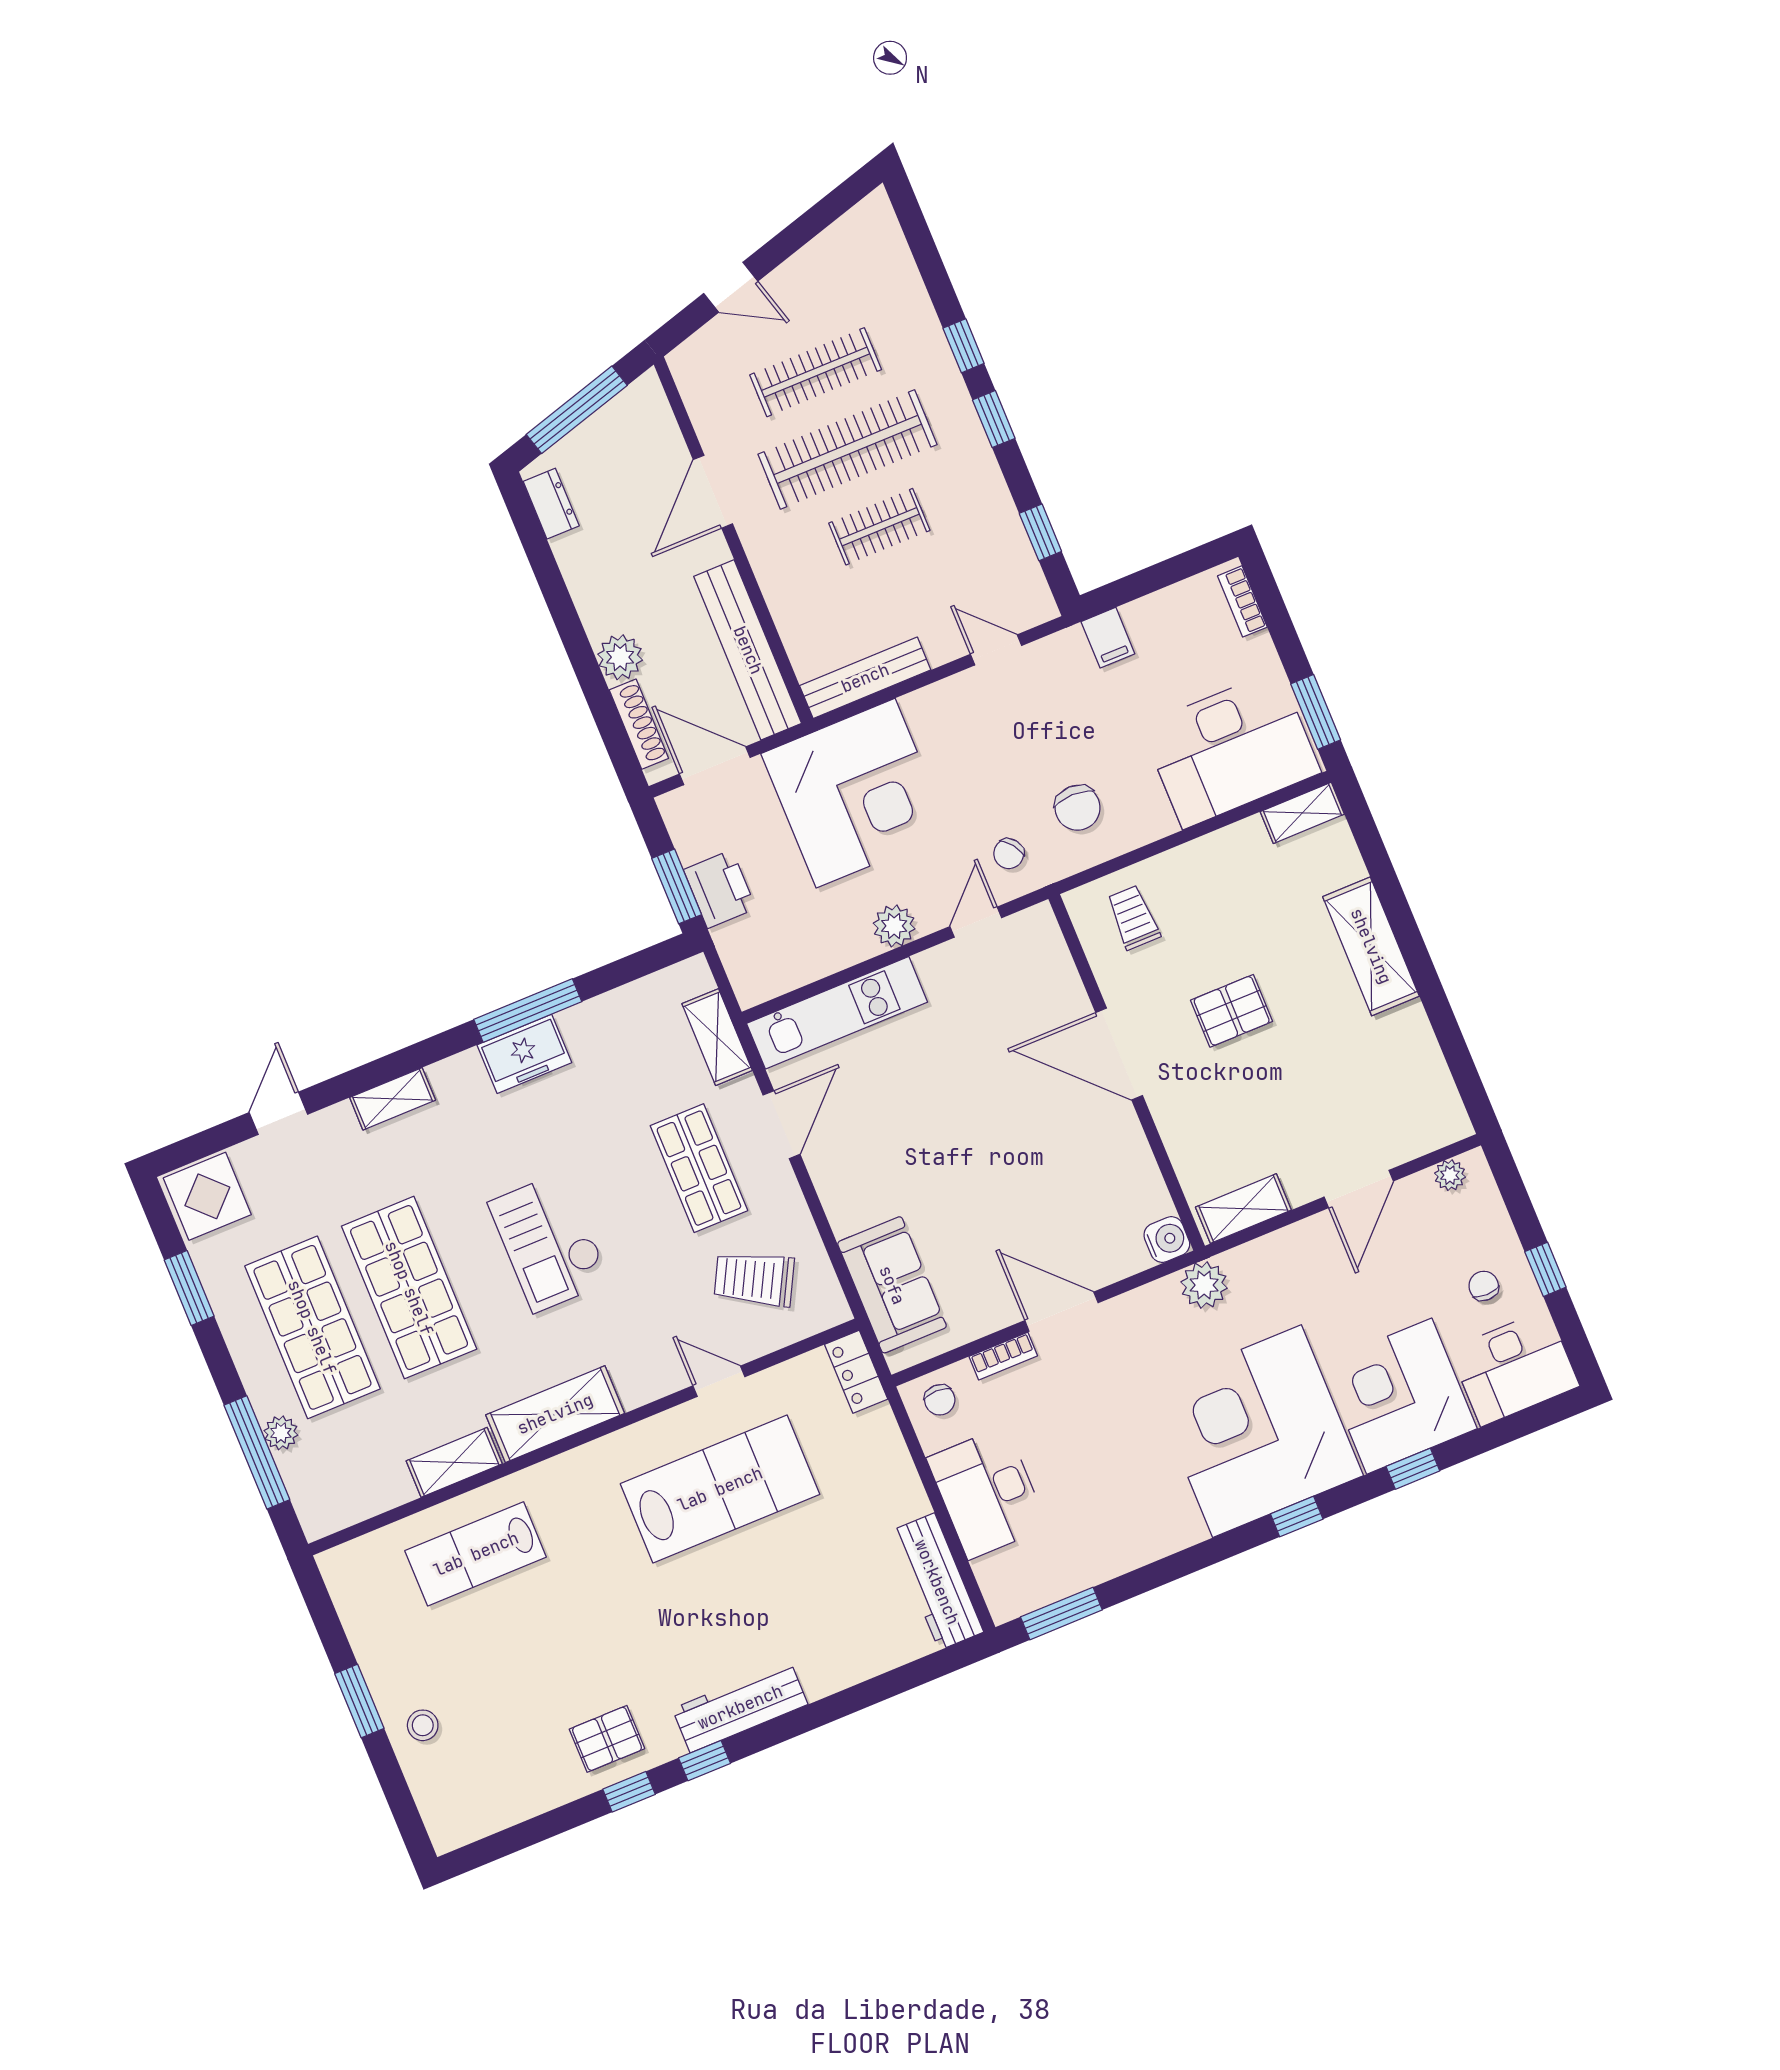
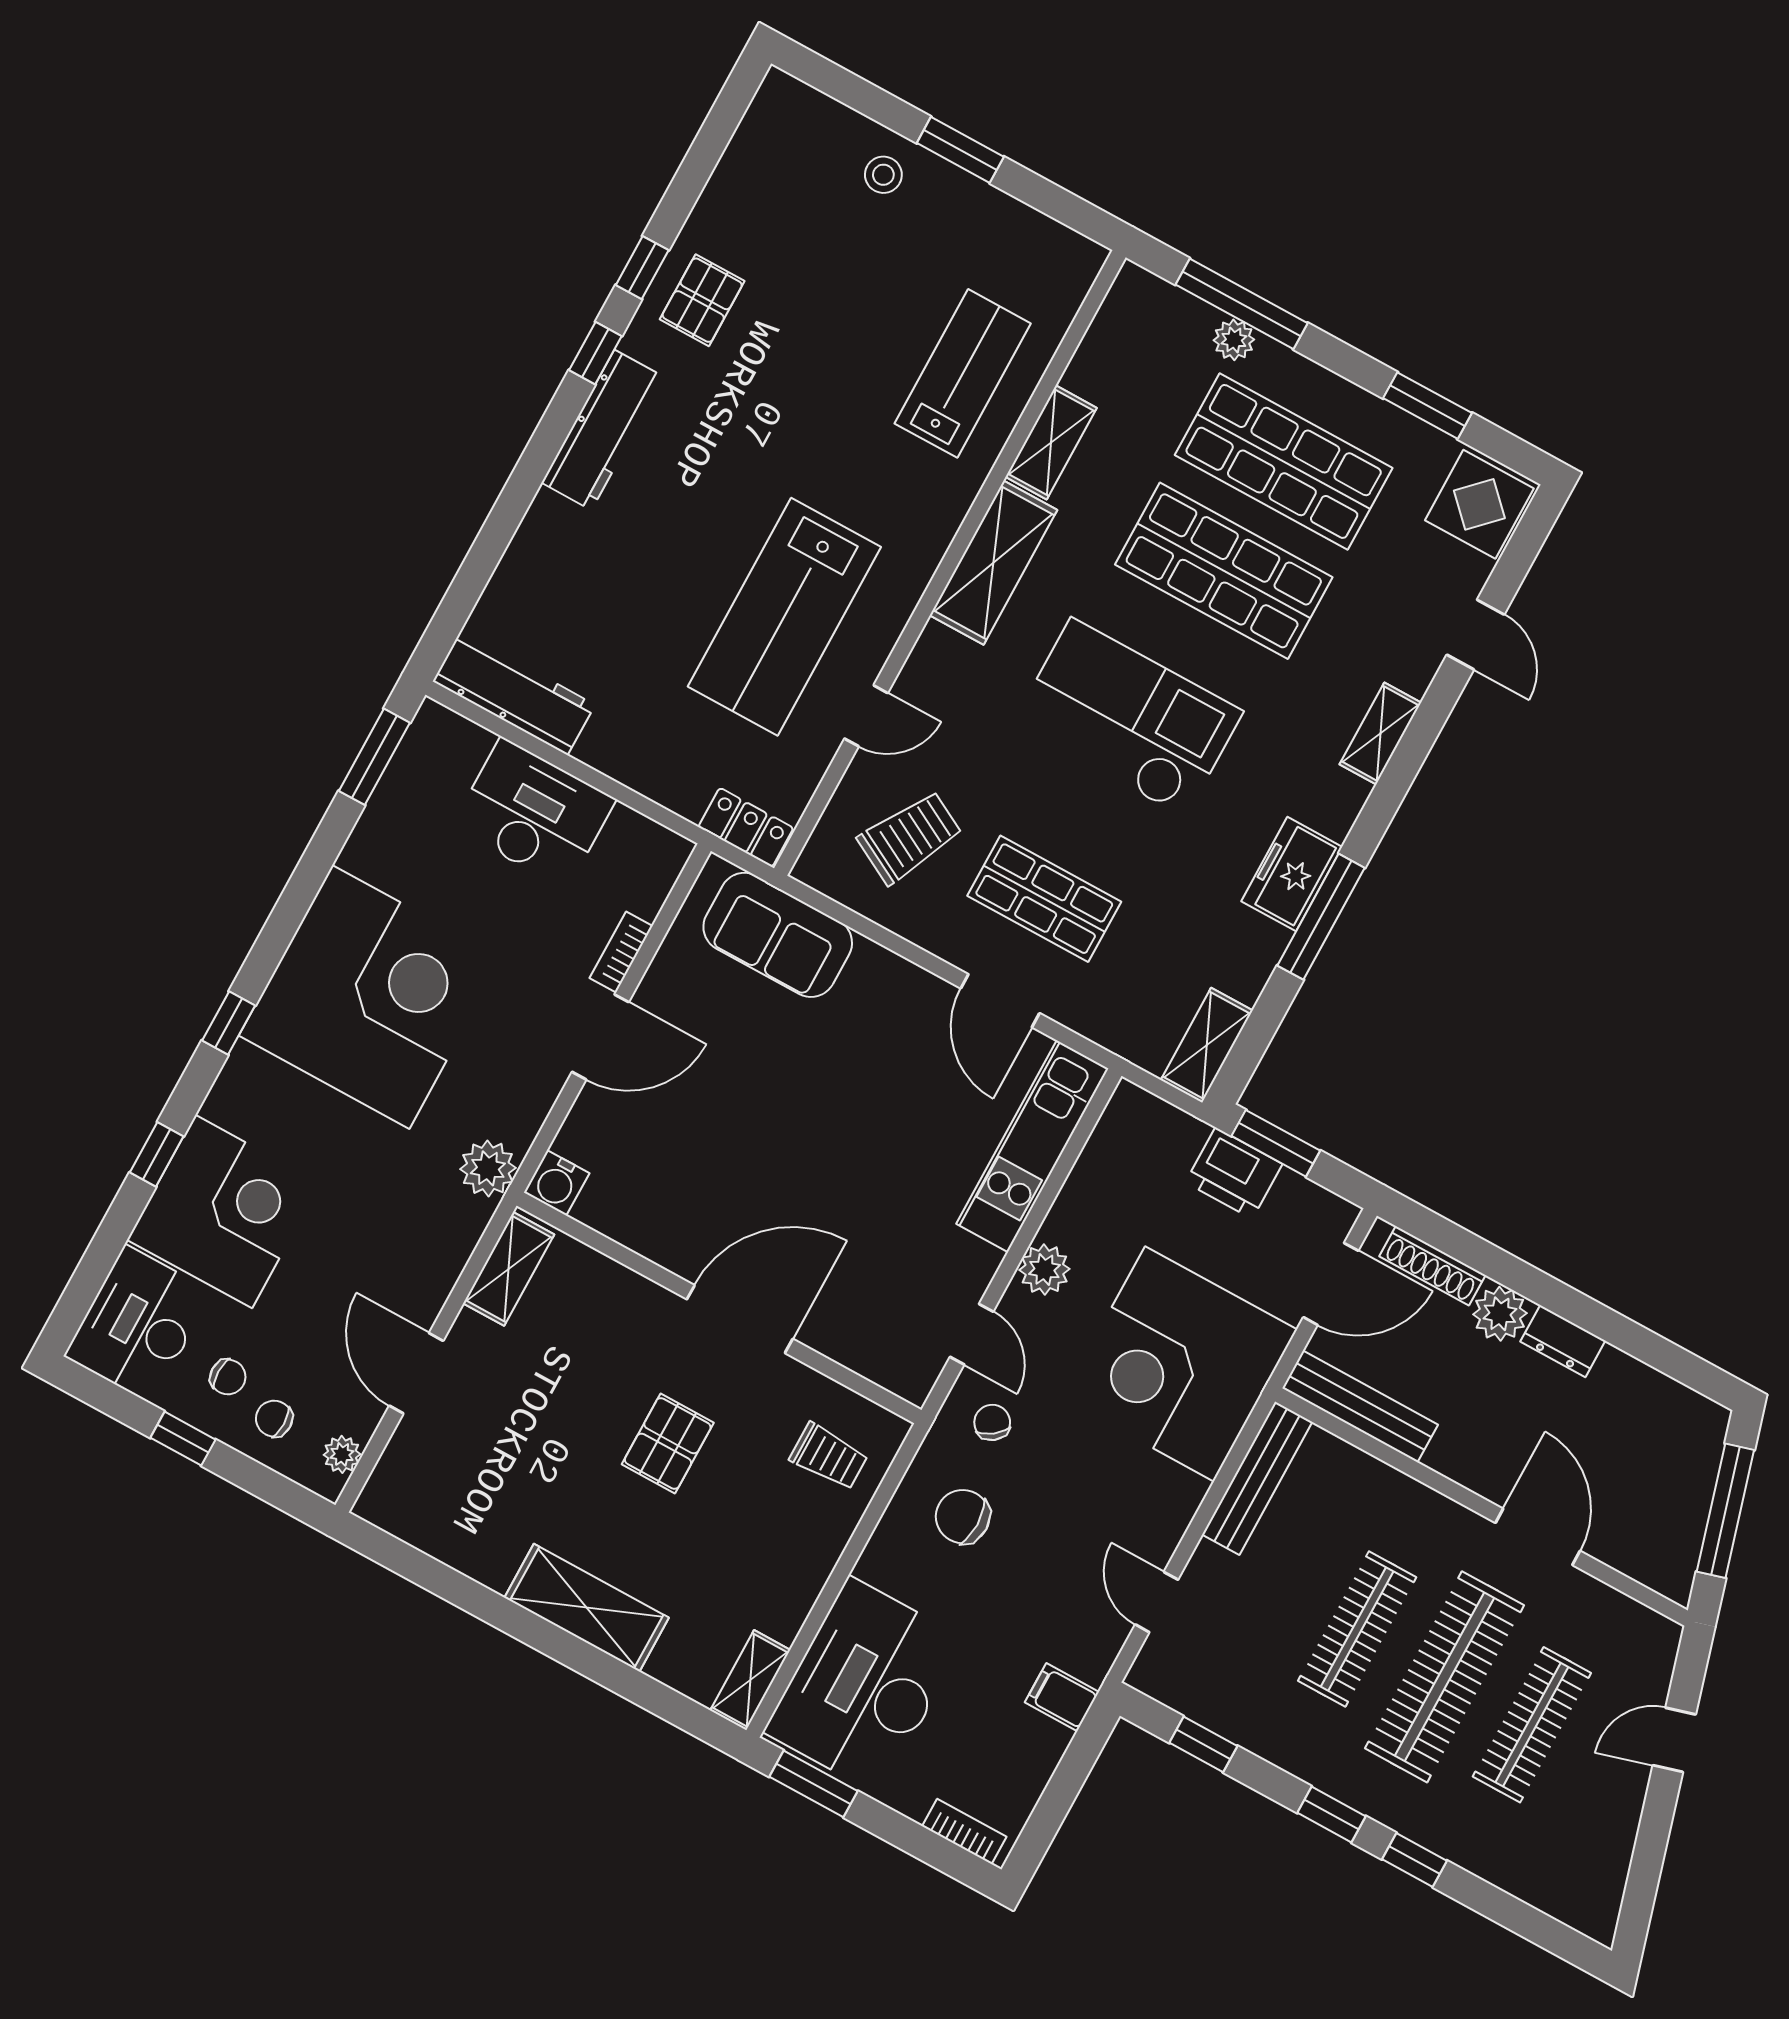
dresser: (551, 504) -> (1563, 1341), moved
clothes rail: (879, 527) -> (1357, 1629), width x1.36
bench: (748, 650) -> (1360, 1406), width x0.73, depth x0.82
door: (996, 650) -> (1157, 1602), swing flipped
shelving: (717, 1037) -> (1207, 1045), moved, turned 90
checkout: (549, 1242) -> (1128, 718), width x1.36, depth x1.21
chair: (940, 1400) -> (274, 1419), moved
corner desk: (1257, 1431) -> (371, 997), moved

